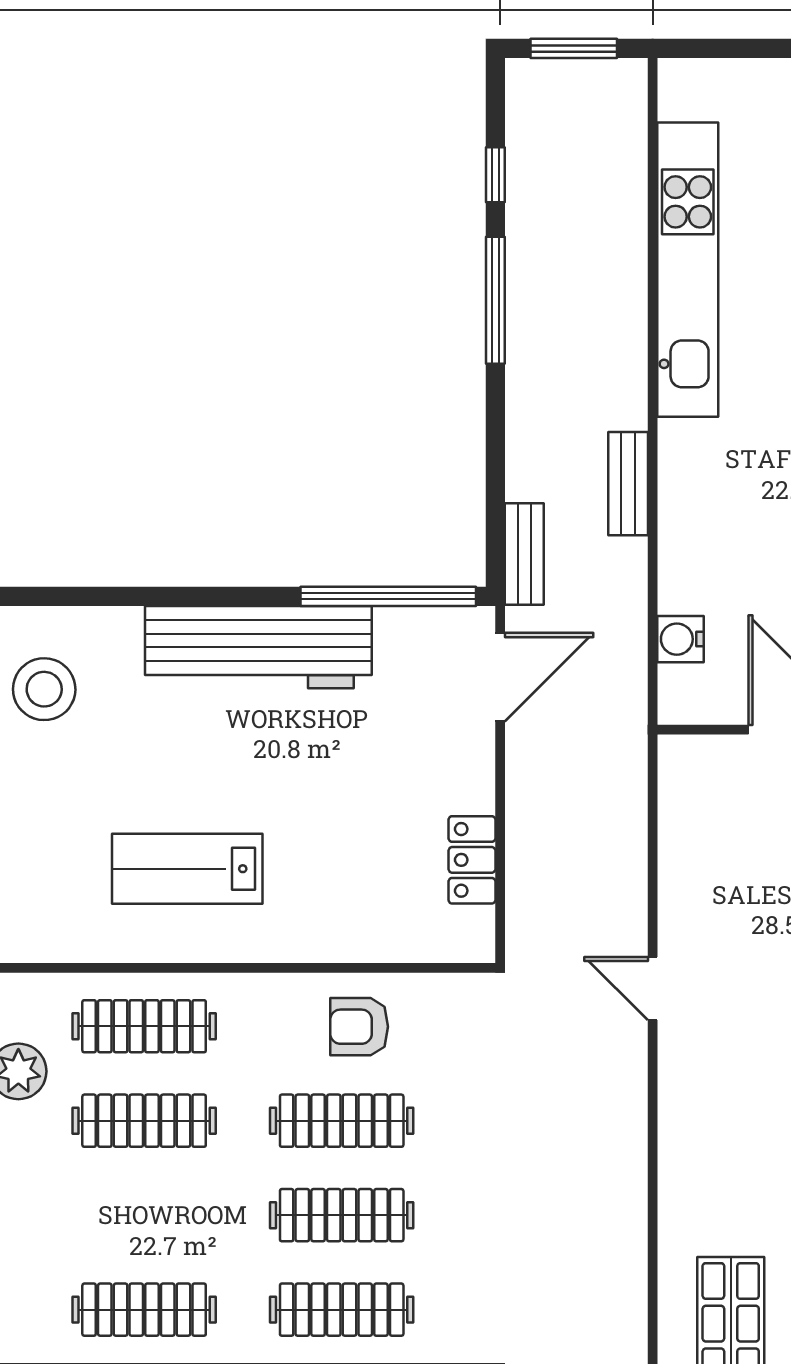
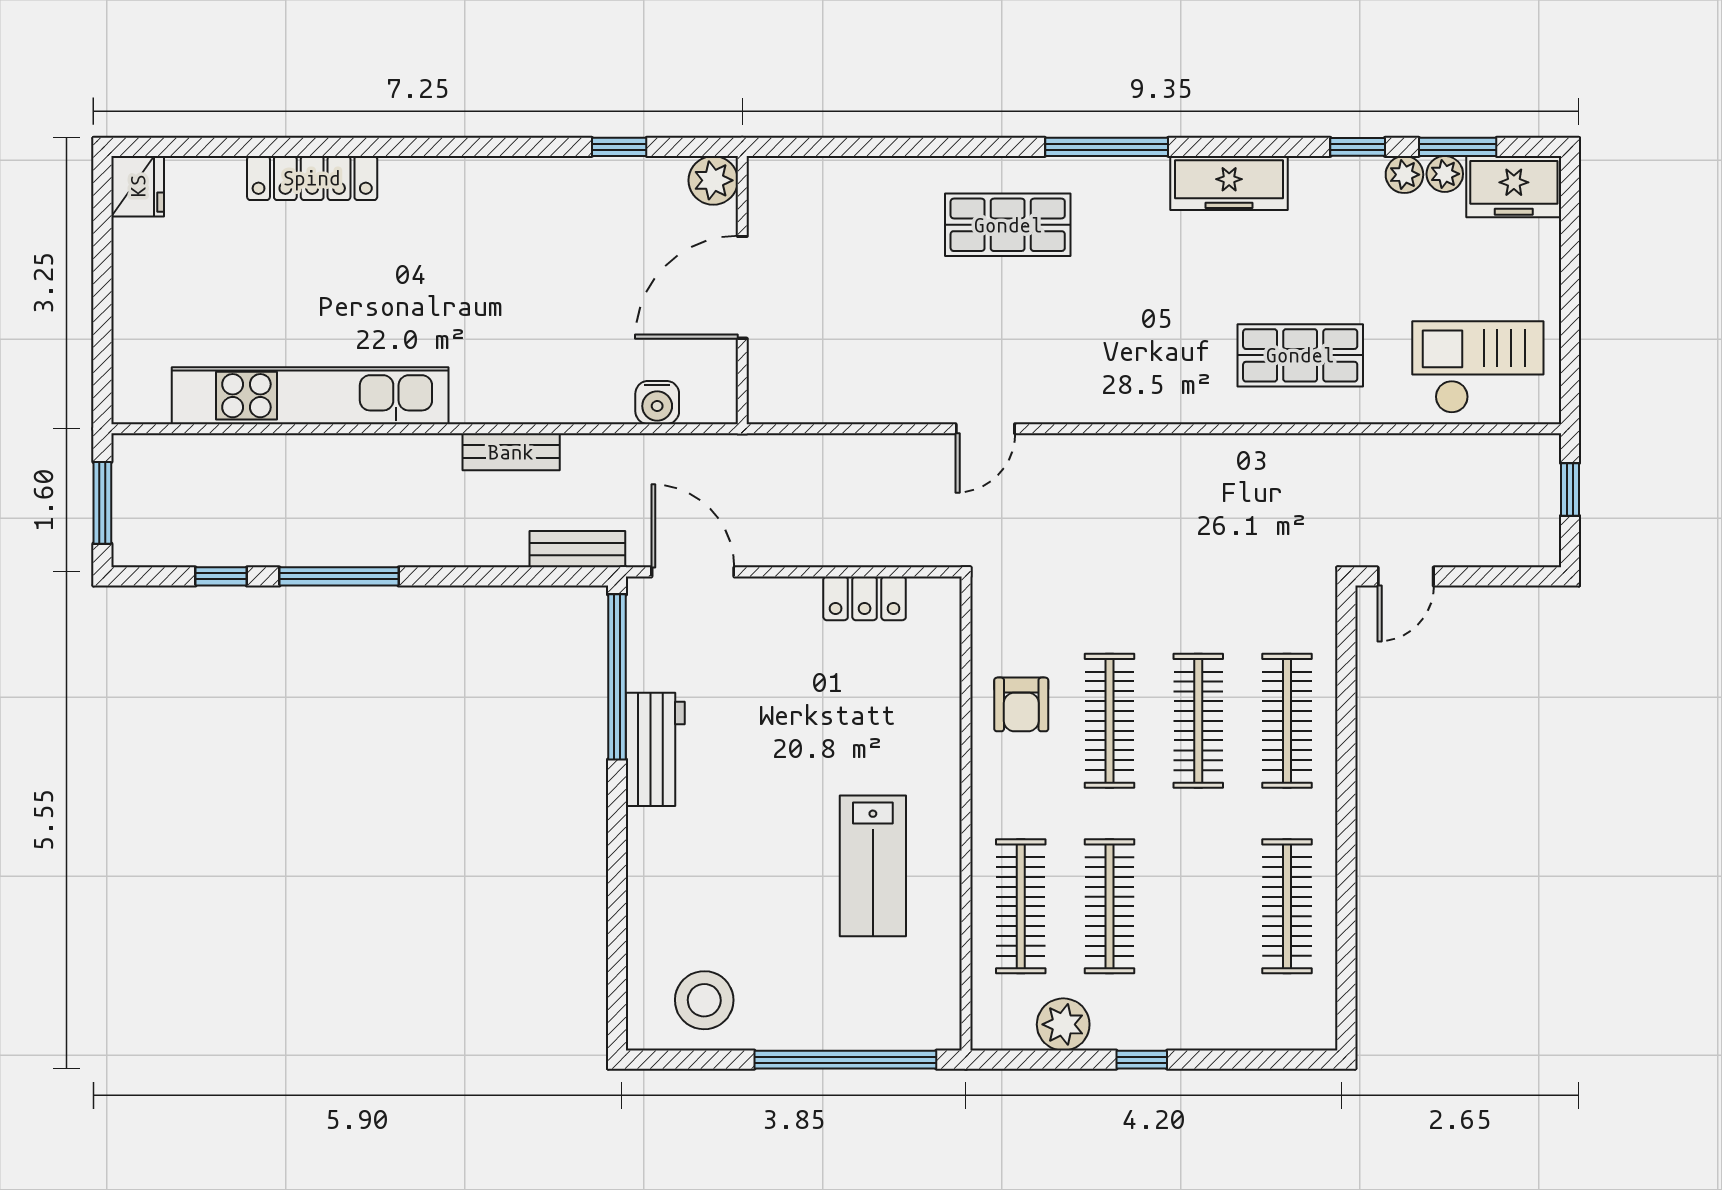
workbench: (258, 647) -> (655, 749), width x0.53, depth x0.76

